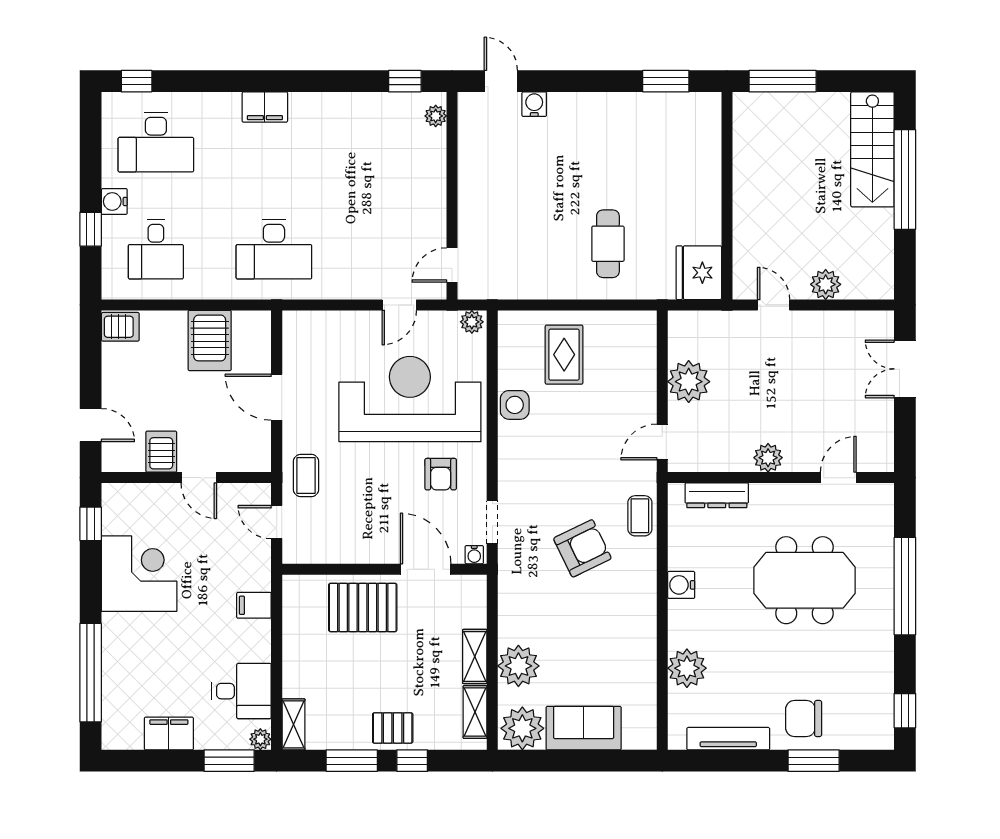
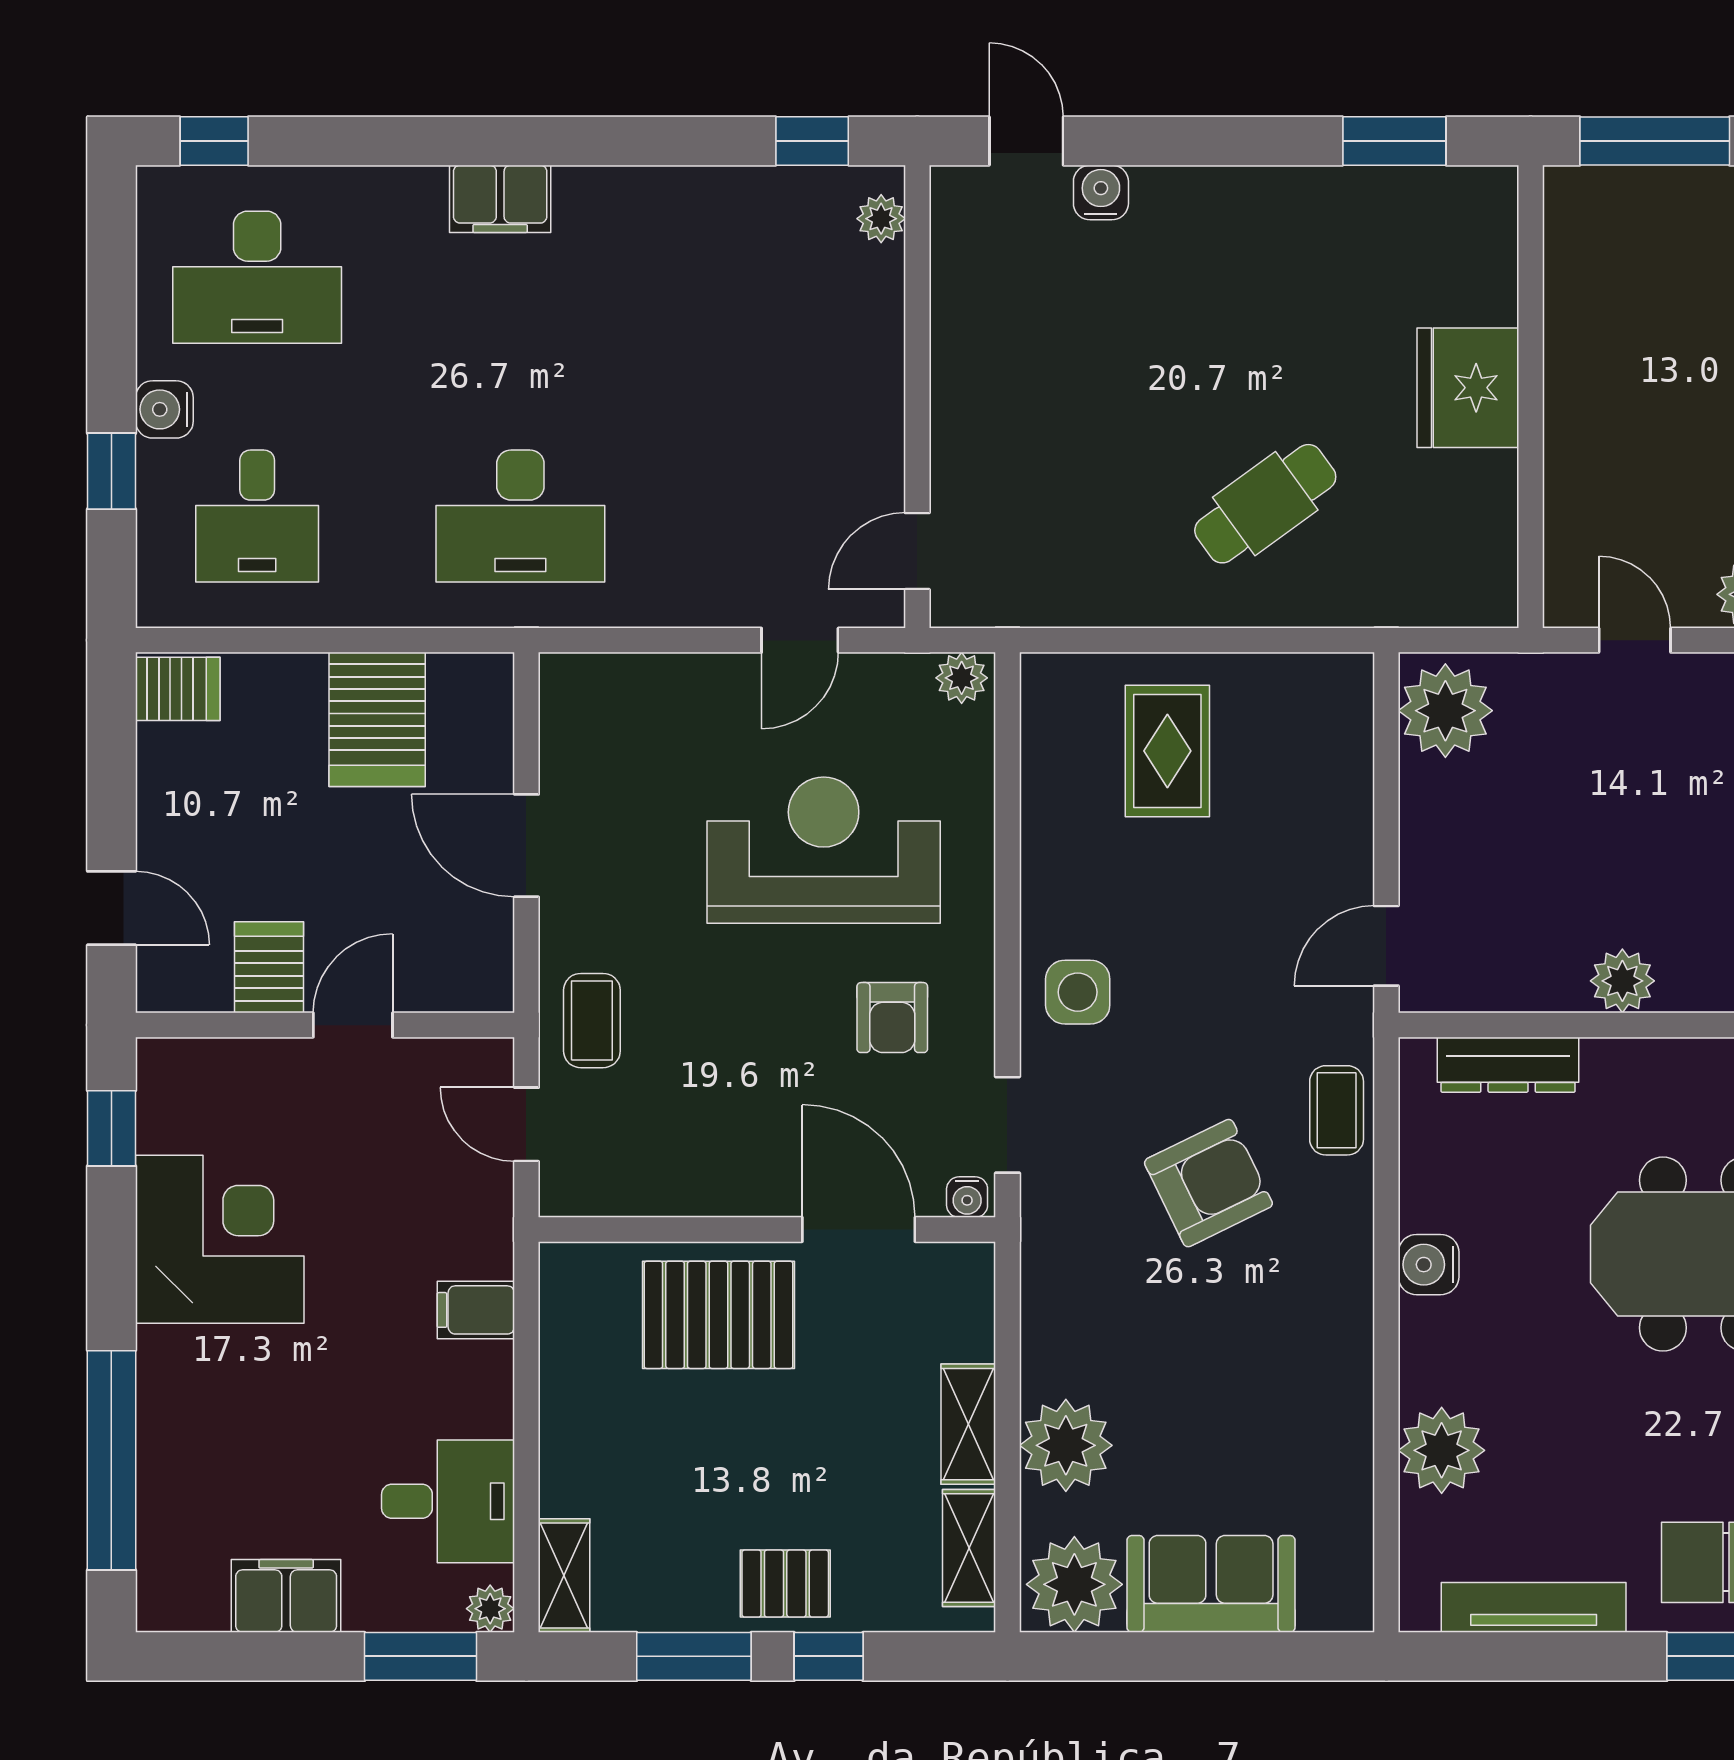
cafe table: (608, 244) -> (1265, 504), turned 54
fridge: (699, 273) -> (1468, 388), moved
plant: (689, 382) -> (1445, 711), moved
reception desk: (410, 399) -> (824, 850), width x0.74, depth x0.77
side table: (515, 405) -> (1078, 992), moved
door: (199, 478) -> (353, 1025), swing flipped

